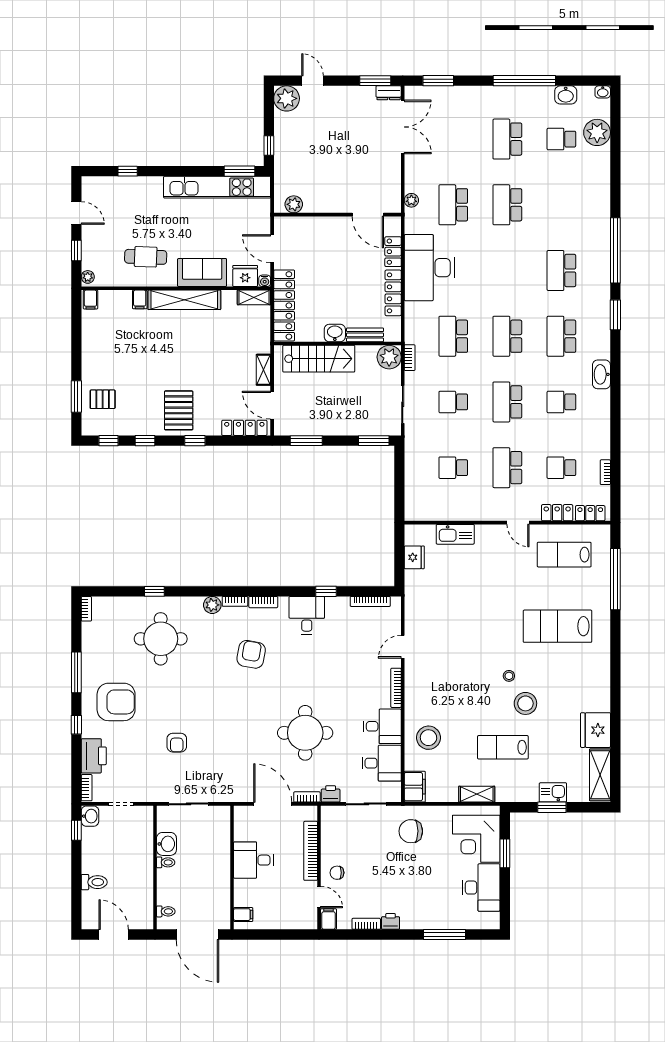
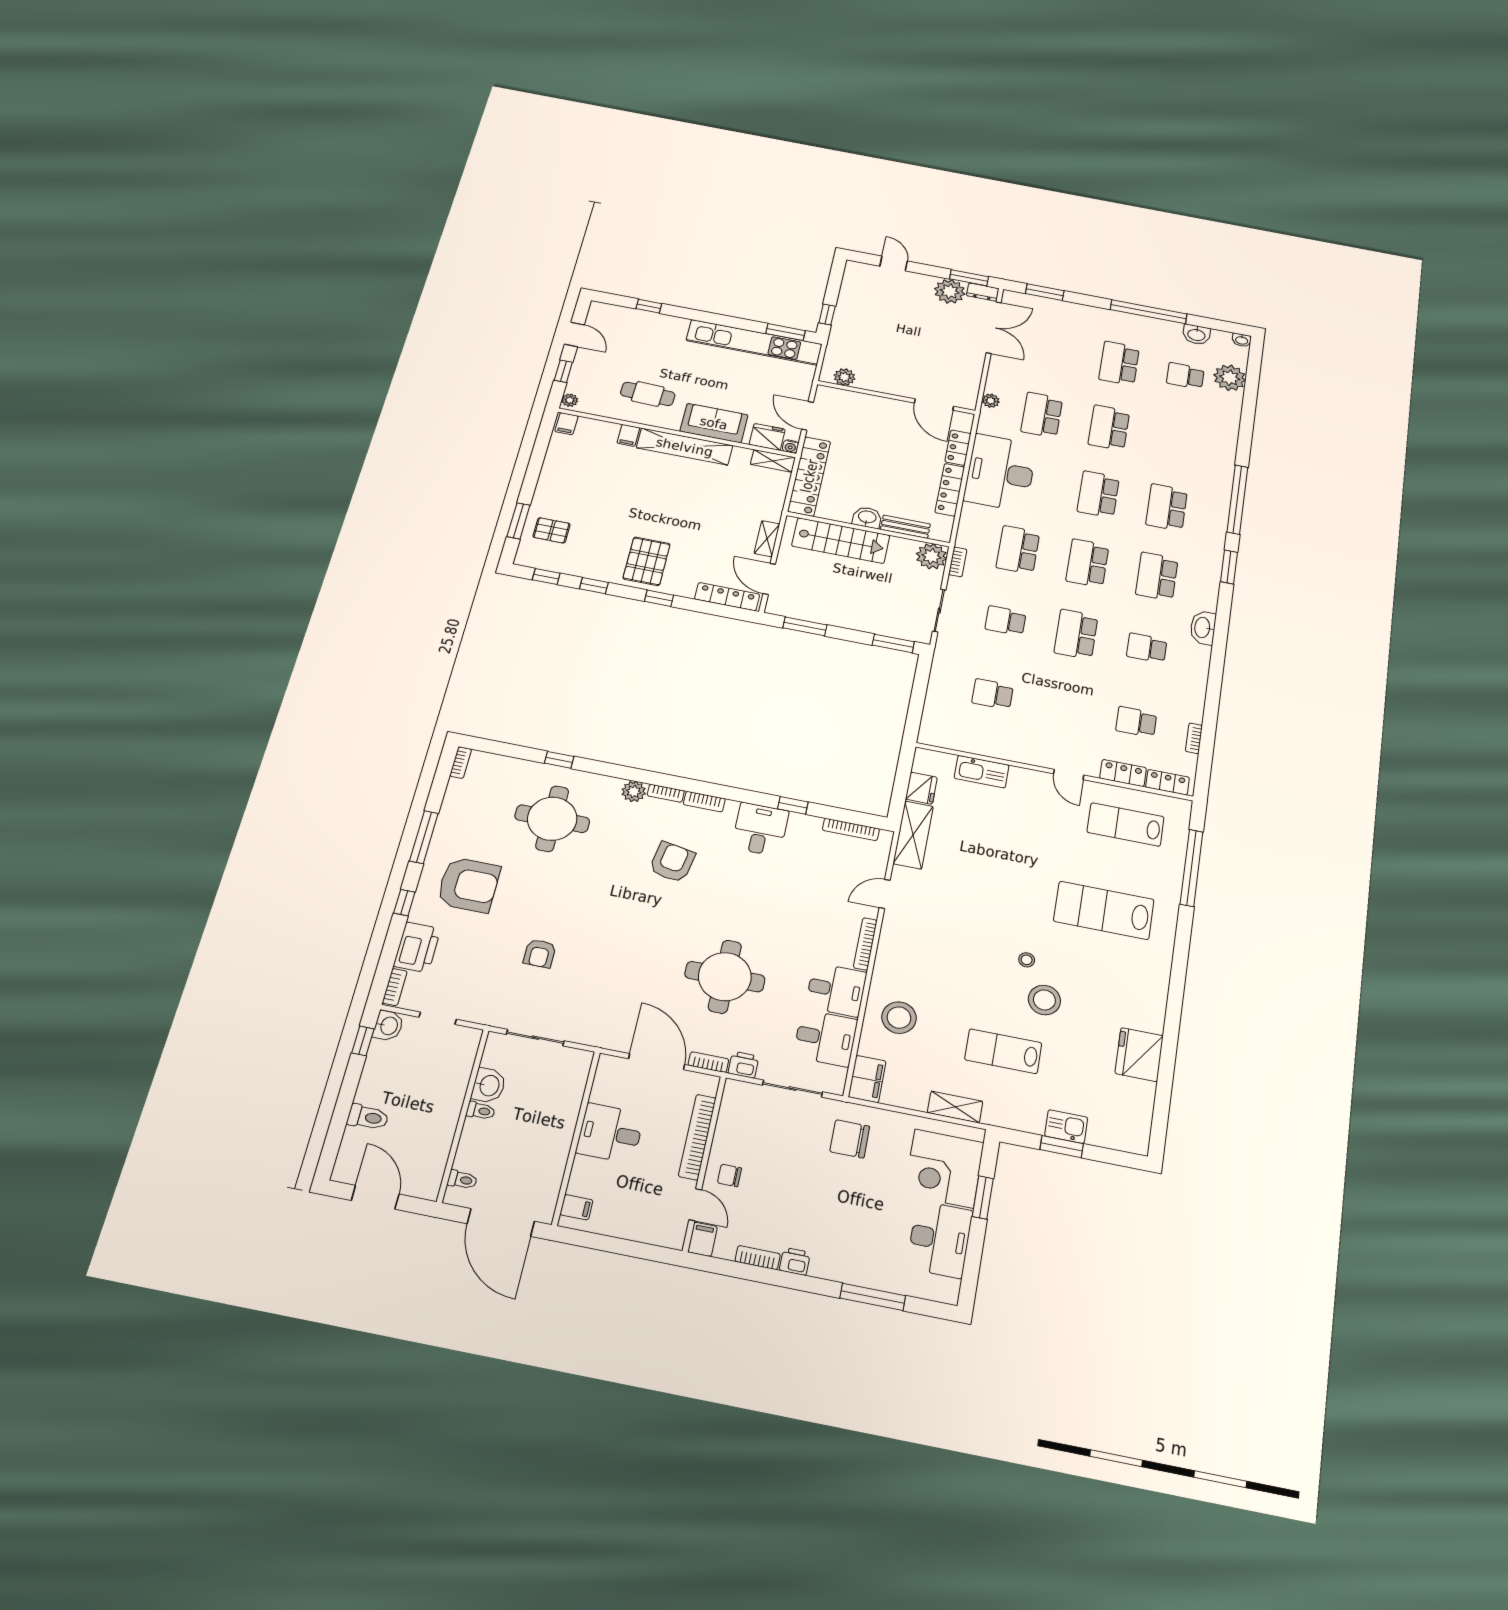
plant: (287, 98) -> (950, 291), moved
school desk: (507, 468) -> (1098, 494), moved
shelving: (600, 775) -> (913, 835), moved

